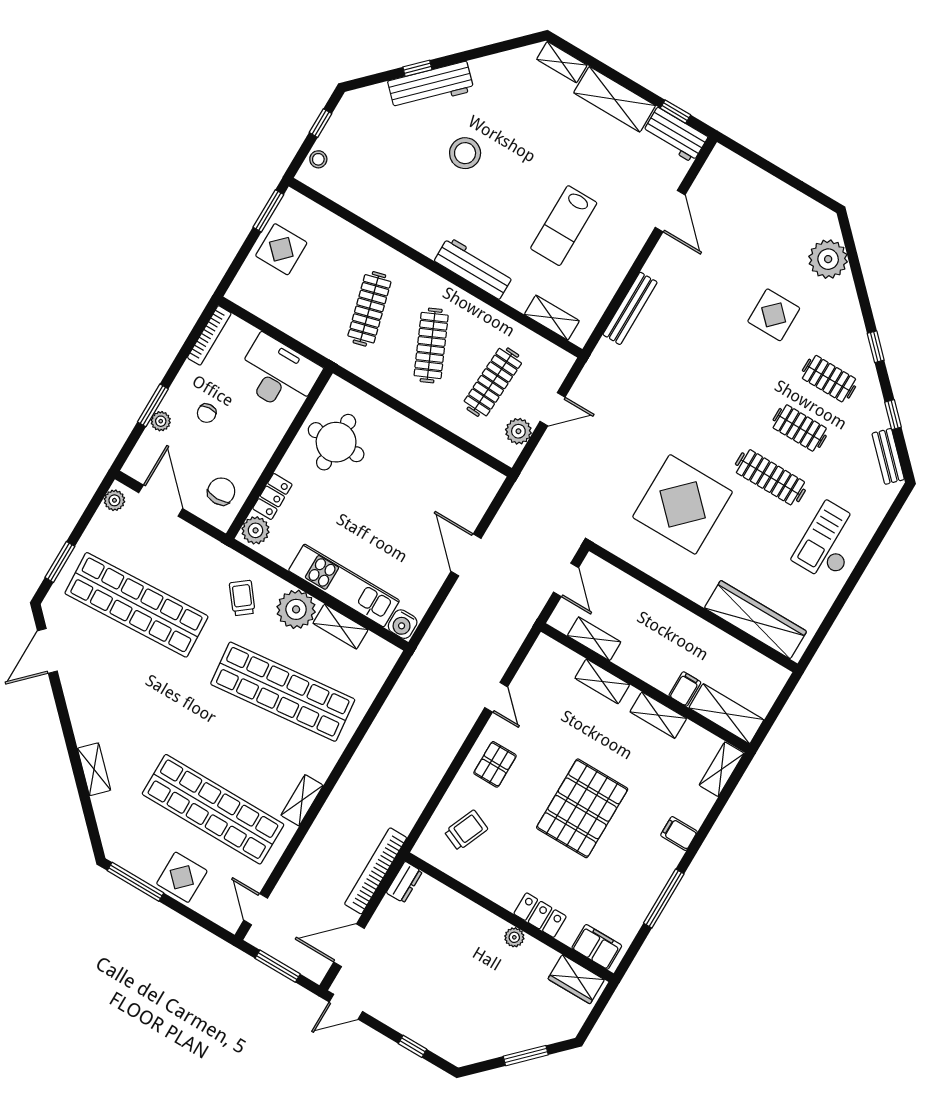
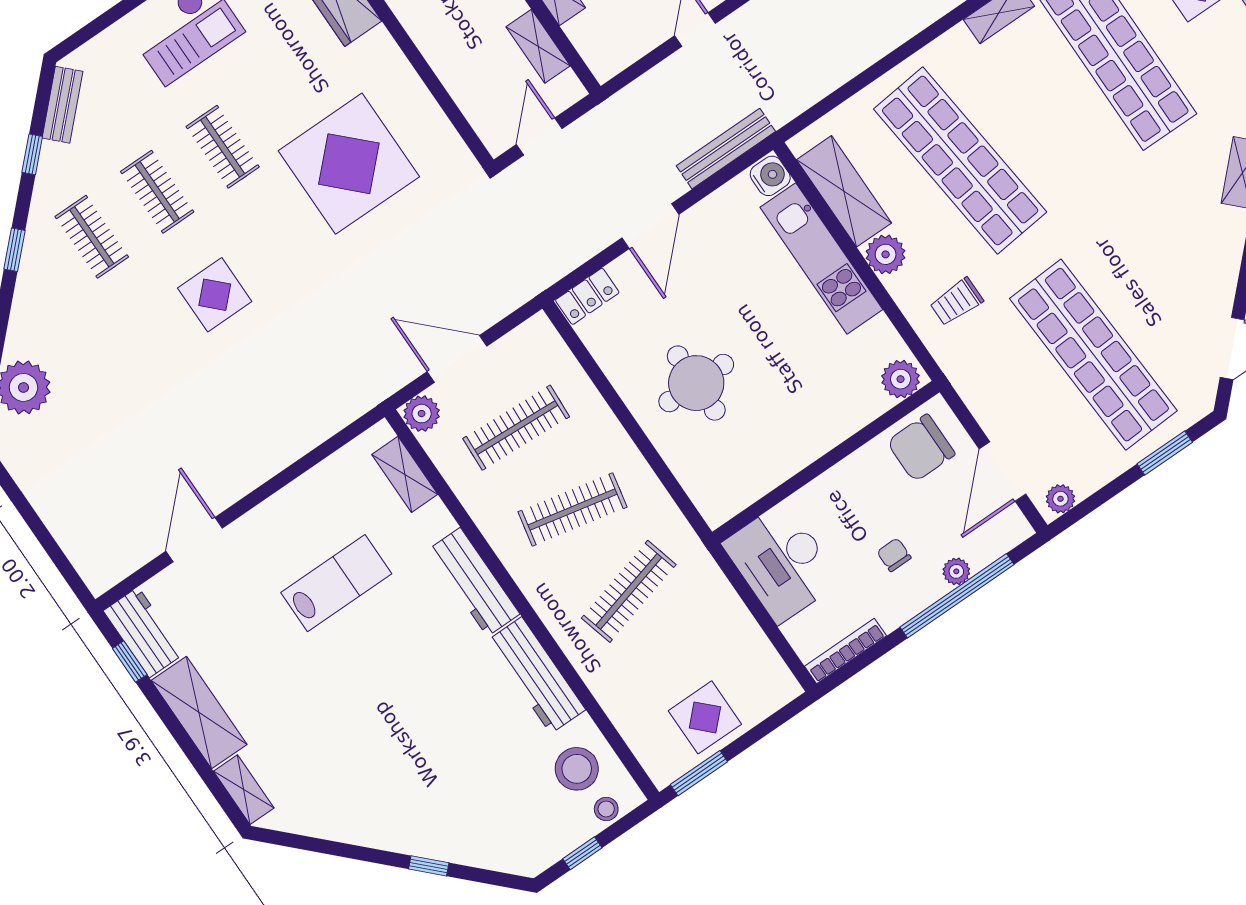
workbench: (431, 86) -> (536, 675), moved, turned -135
stool: (465, 153) -> (577, 769), moved
bench: (630, 308) -> (726, 149), moved
display table: (774, 315) -> (215, 295), moved
clothes rail: (431, 345) -> (573, 509), turned 36
window: (153, 405) -> (957, 596), width x2.11
door: (552, 409) -> (457, 359), width x1.38
chair: (207, 413) -> (894, 555), turned -86
plant: (518, 431) -> (422, 414), moved
round table: (336, 442) -> (696, 383), moved
clothes rail: (770, 477) -> (223, 147), width x0.73
chair: (221, 491) -> (921, 448), width x1.37, depth x1.37
locker: (272, 496) -> (587, 296), moved, turned 180
trolley: (242, 598) -> (957, 302), turned 38
plant: (296, 609) -> (886, 254), width x0.73, depth x0.73
shelving: (341, 627) -> (844, 191), width x1.50, depth x1.33

